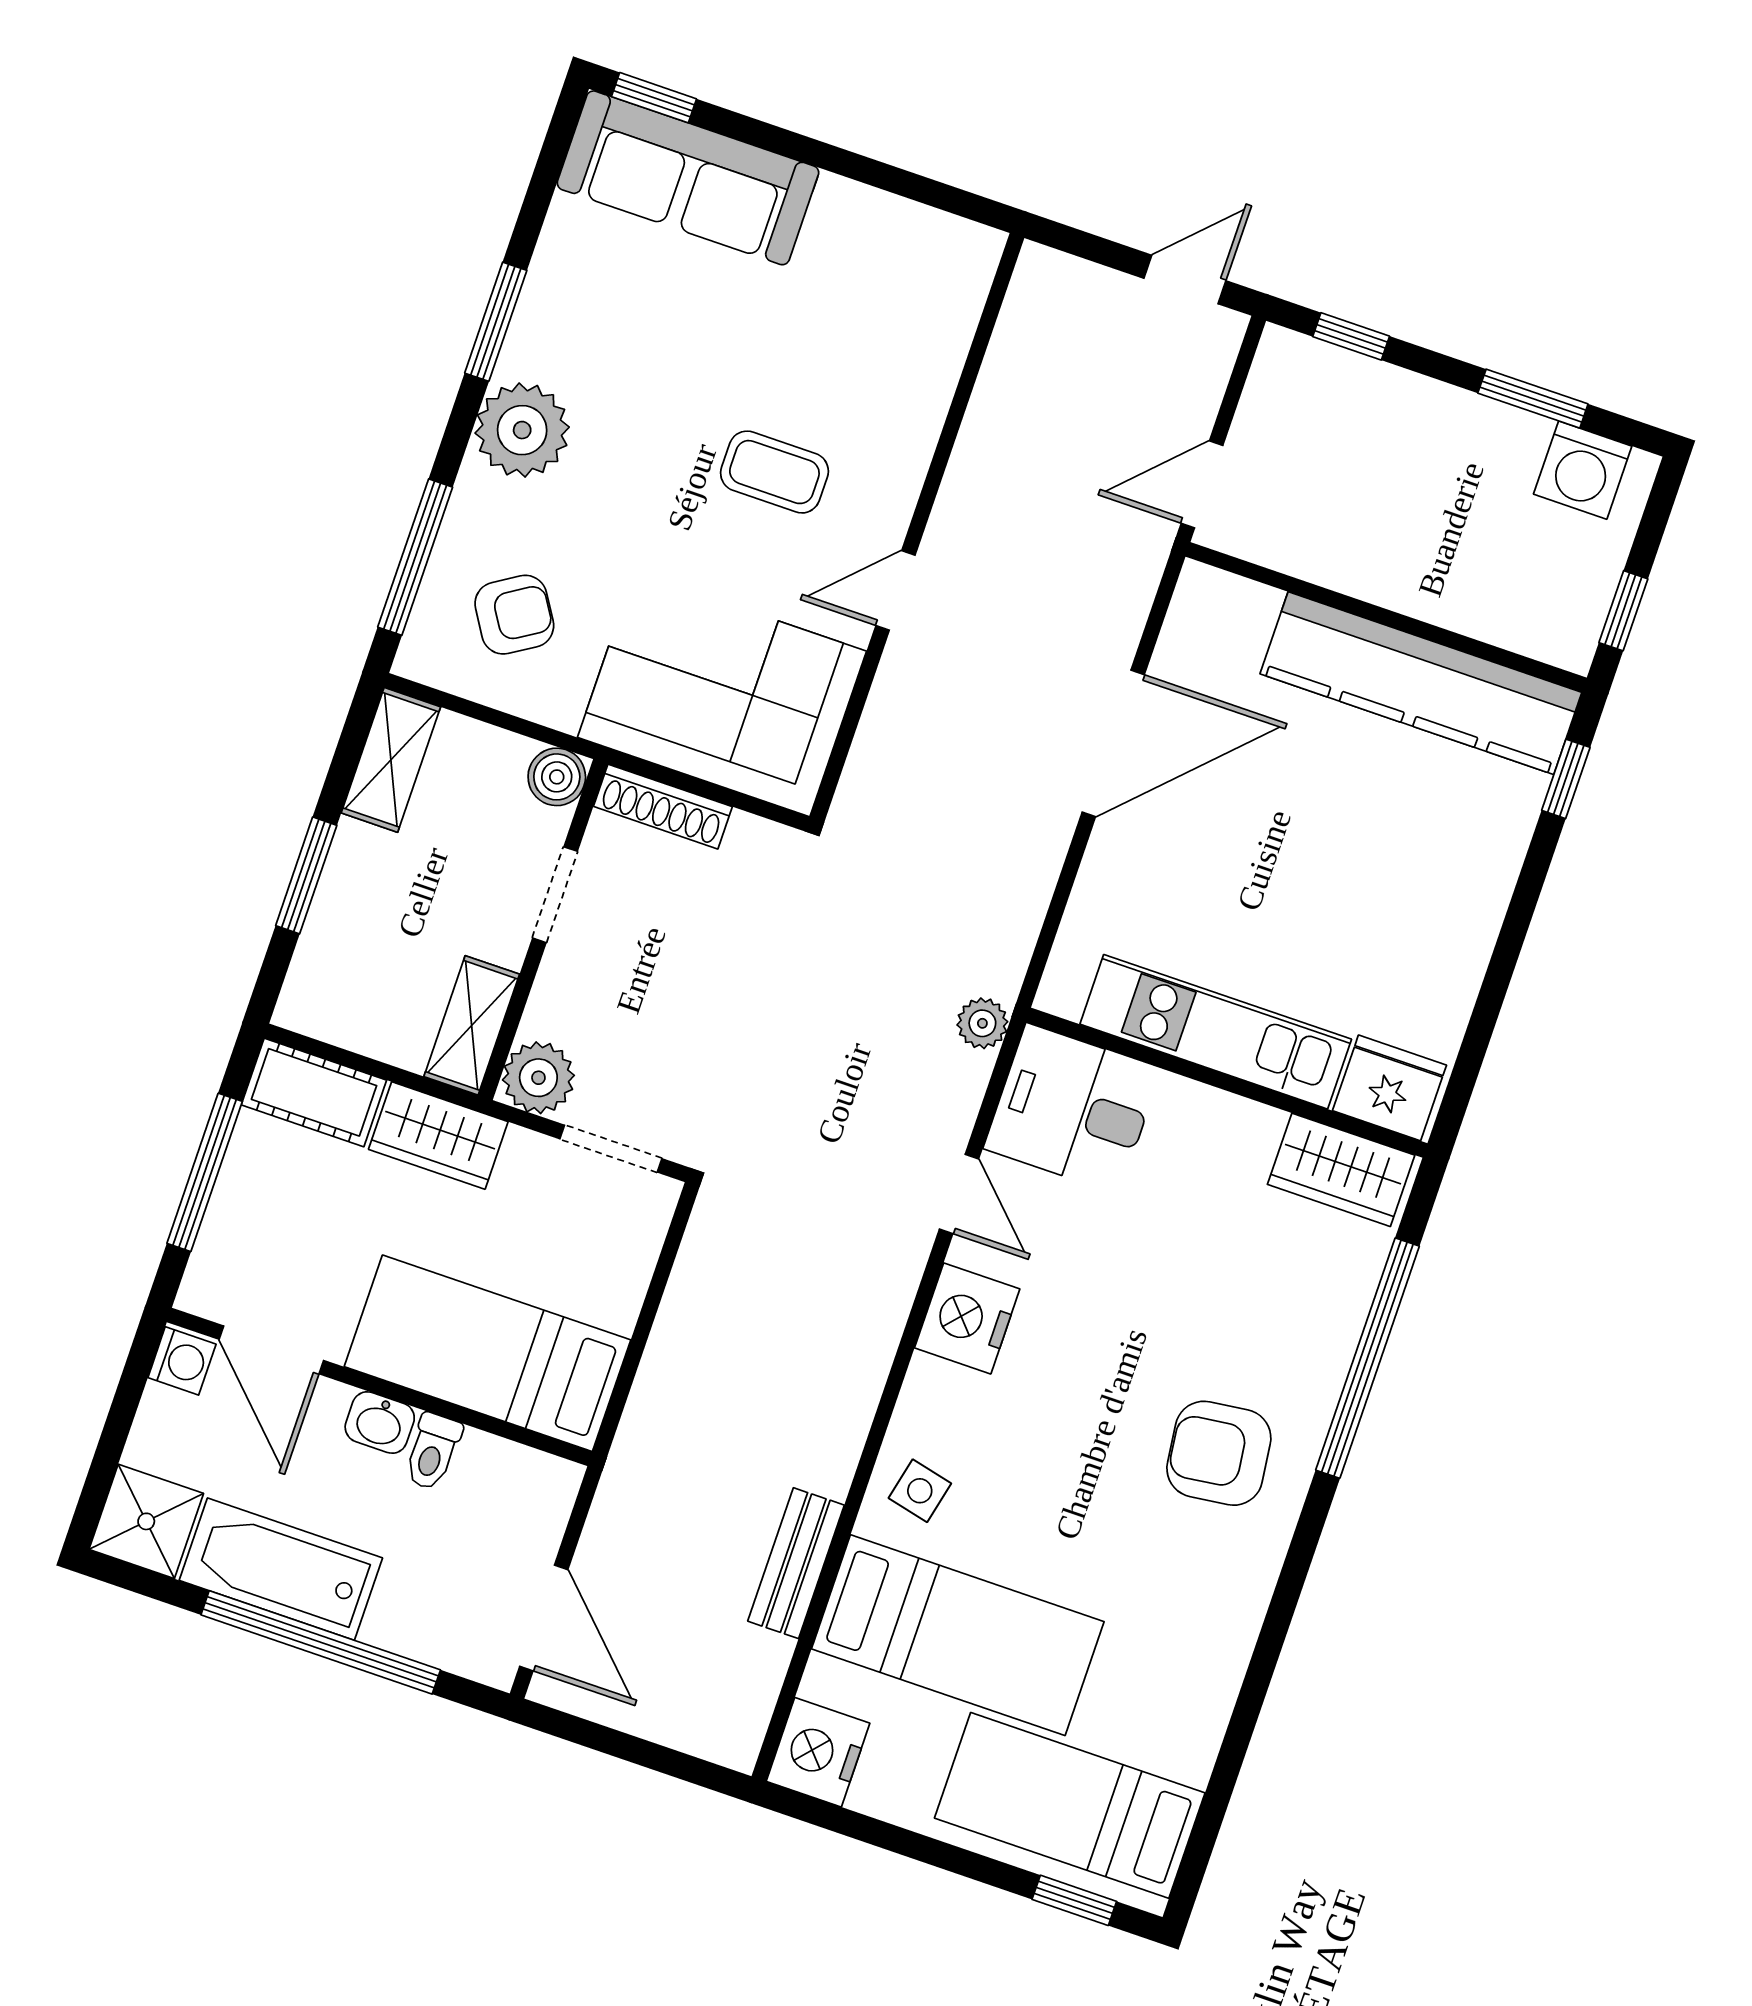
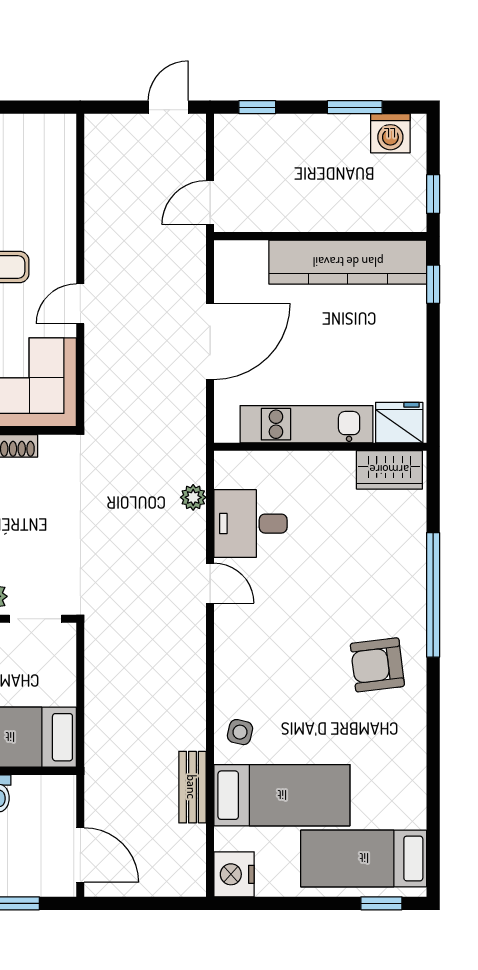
kitchen unit: (1216, 1032) -> (307, 424), moved
wall: (1227, 1083) -> (320, 447), moved
fridge: (1390, 1088) -> (399, 423), moved
wardrobe: (1341, 1170) -> (389, 470), moved
nightstand: (967, 1318) -> (234, 642), removed

